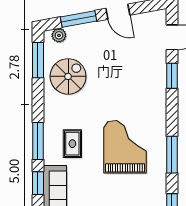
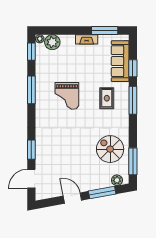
spiral stairs: (68, 76) -> (110, 149), turned 90
grand piano: (125, 147) -> (67, 96), width x0.73, depth x0.68

